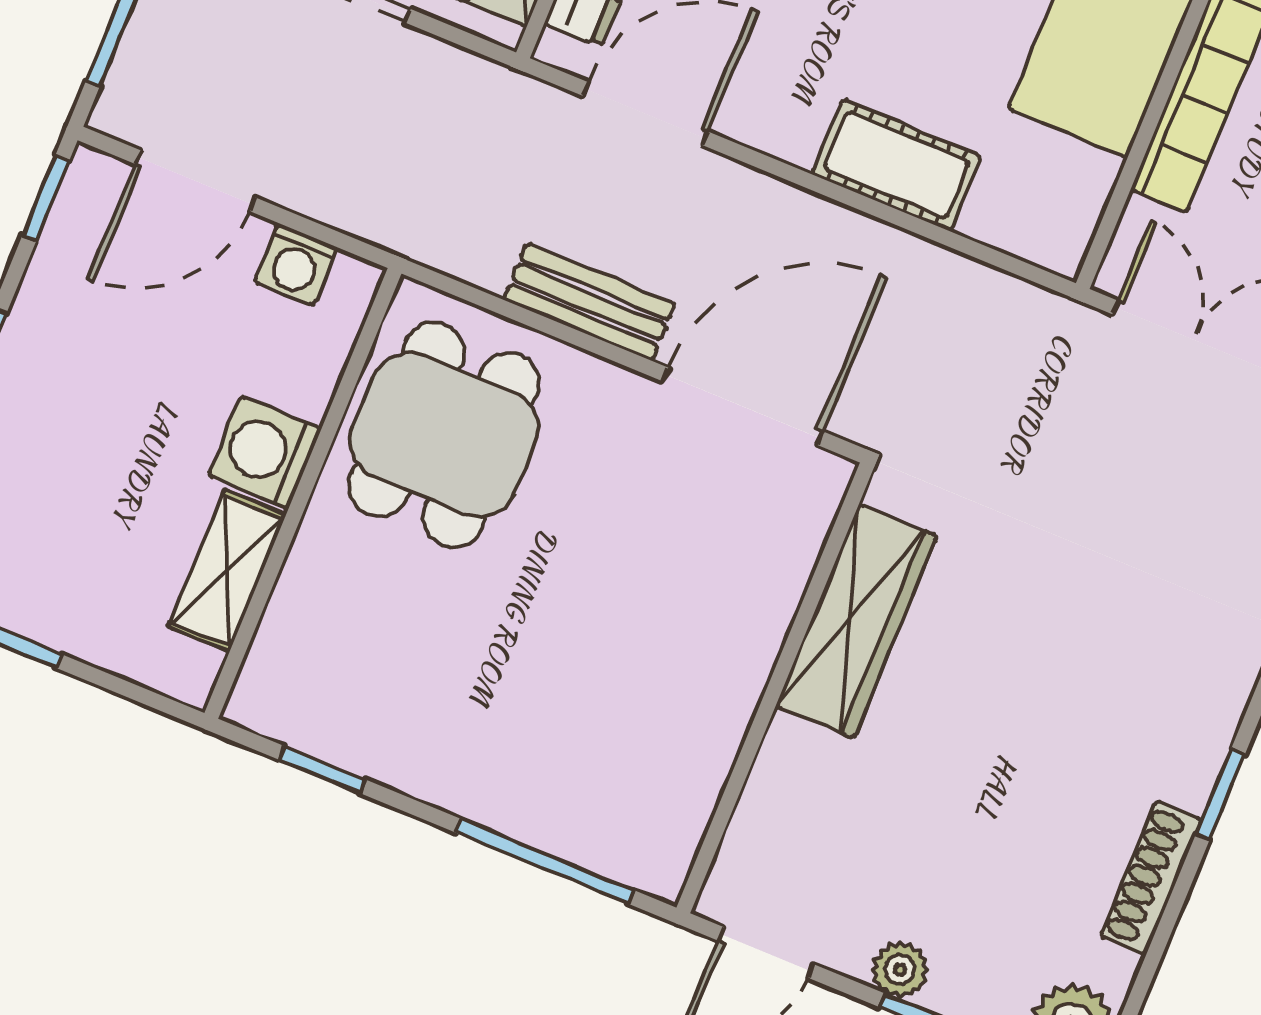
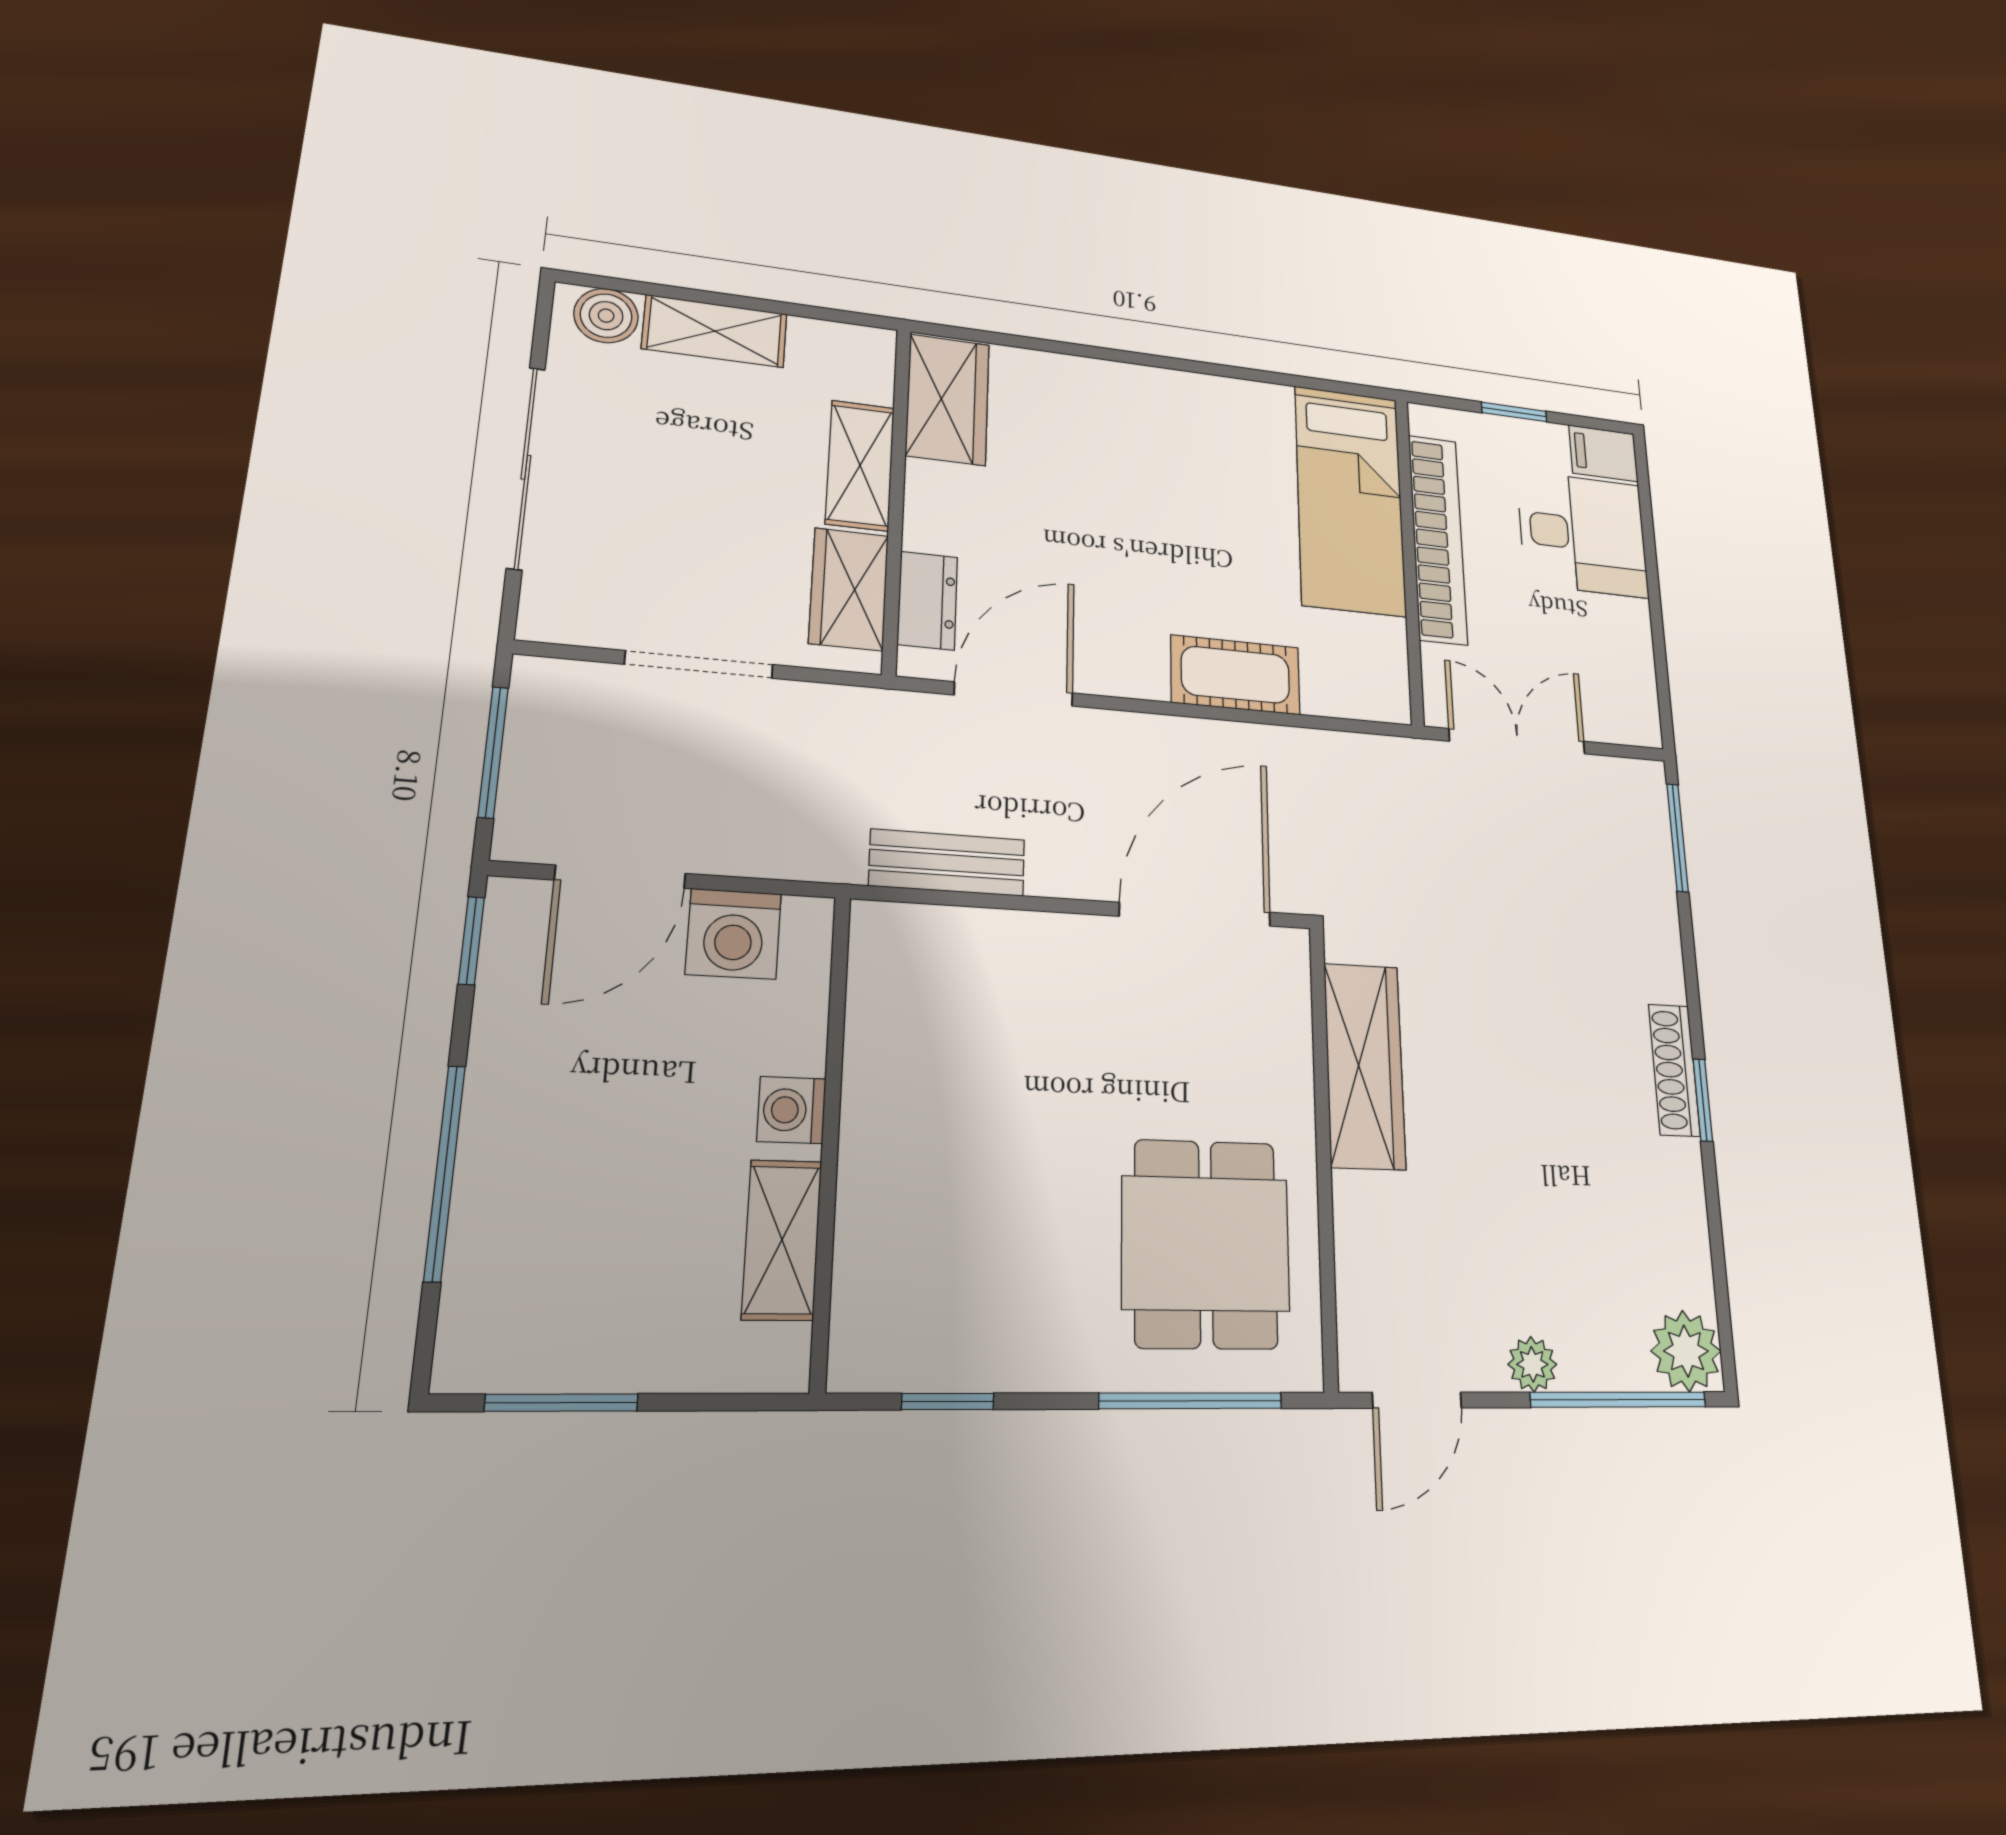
washing machine: (296, 265) -> (734, 934), width x1.38, depth x1.38
bench: (589, 302) -> (947, 863), moved
dining table: (444, 435) -> (1206, 1244), moved
washing machine: (265, 452) -> (791, 1110), width x0.73, depth x0.73
shoe rack: (1151, 878) -> (1674, 1070), moved

